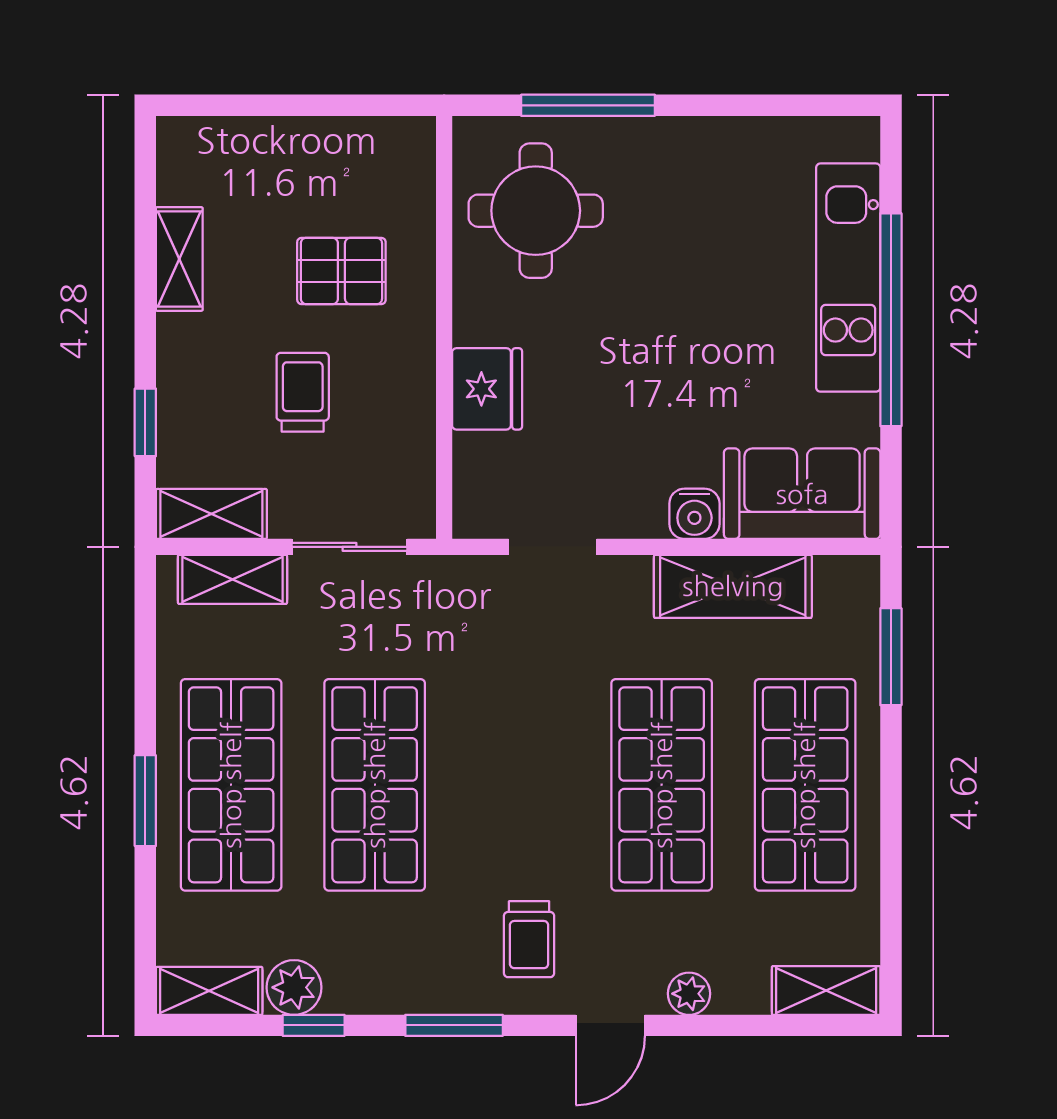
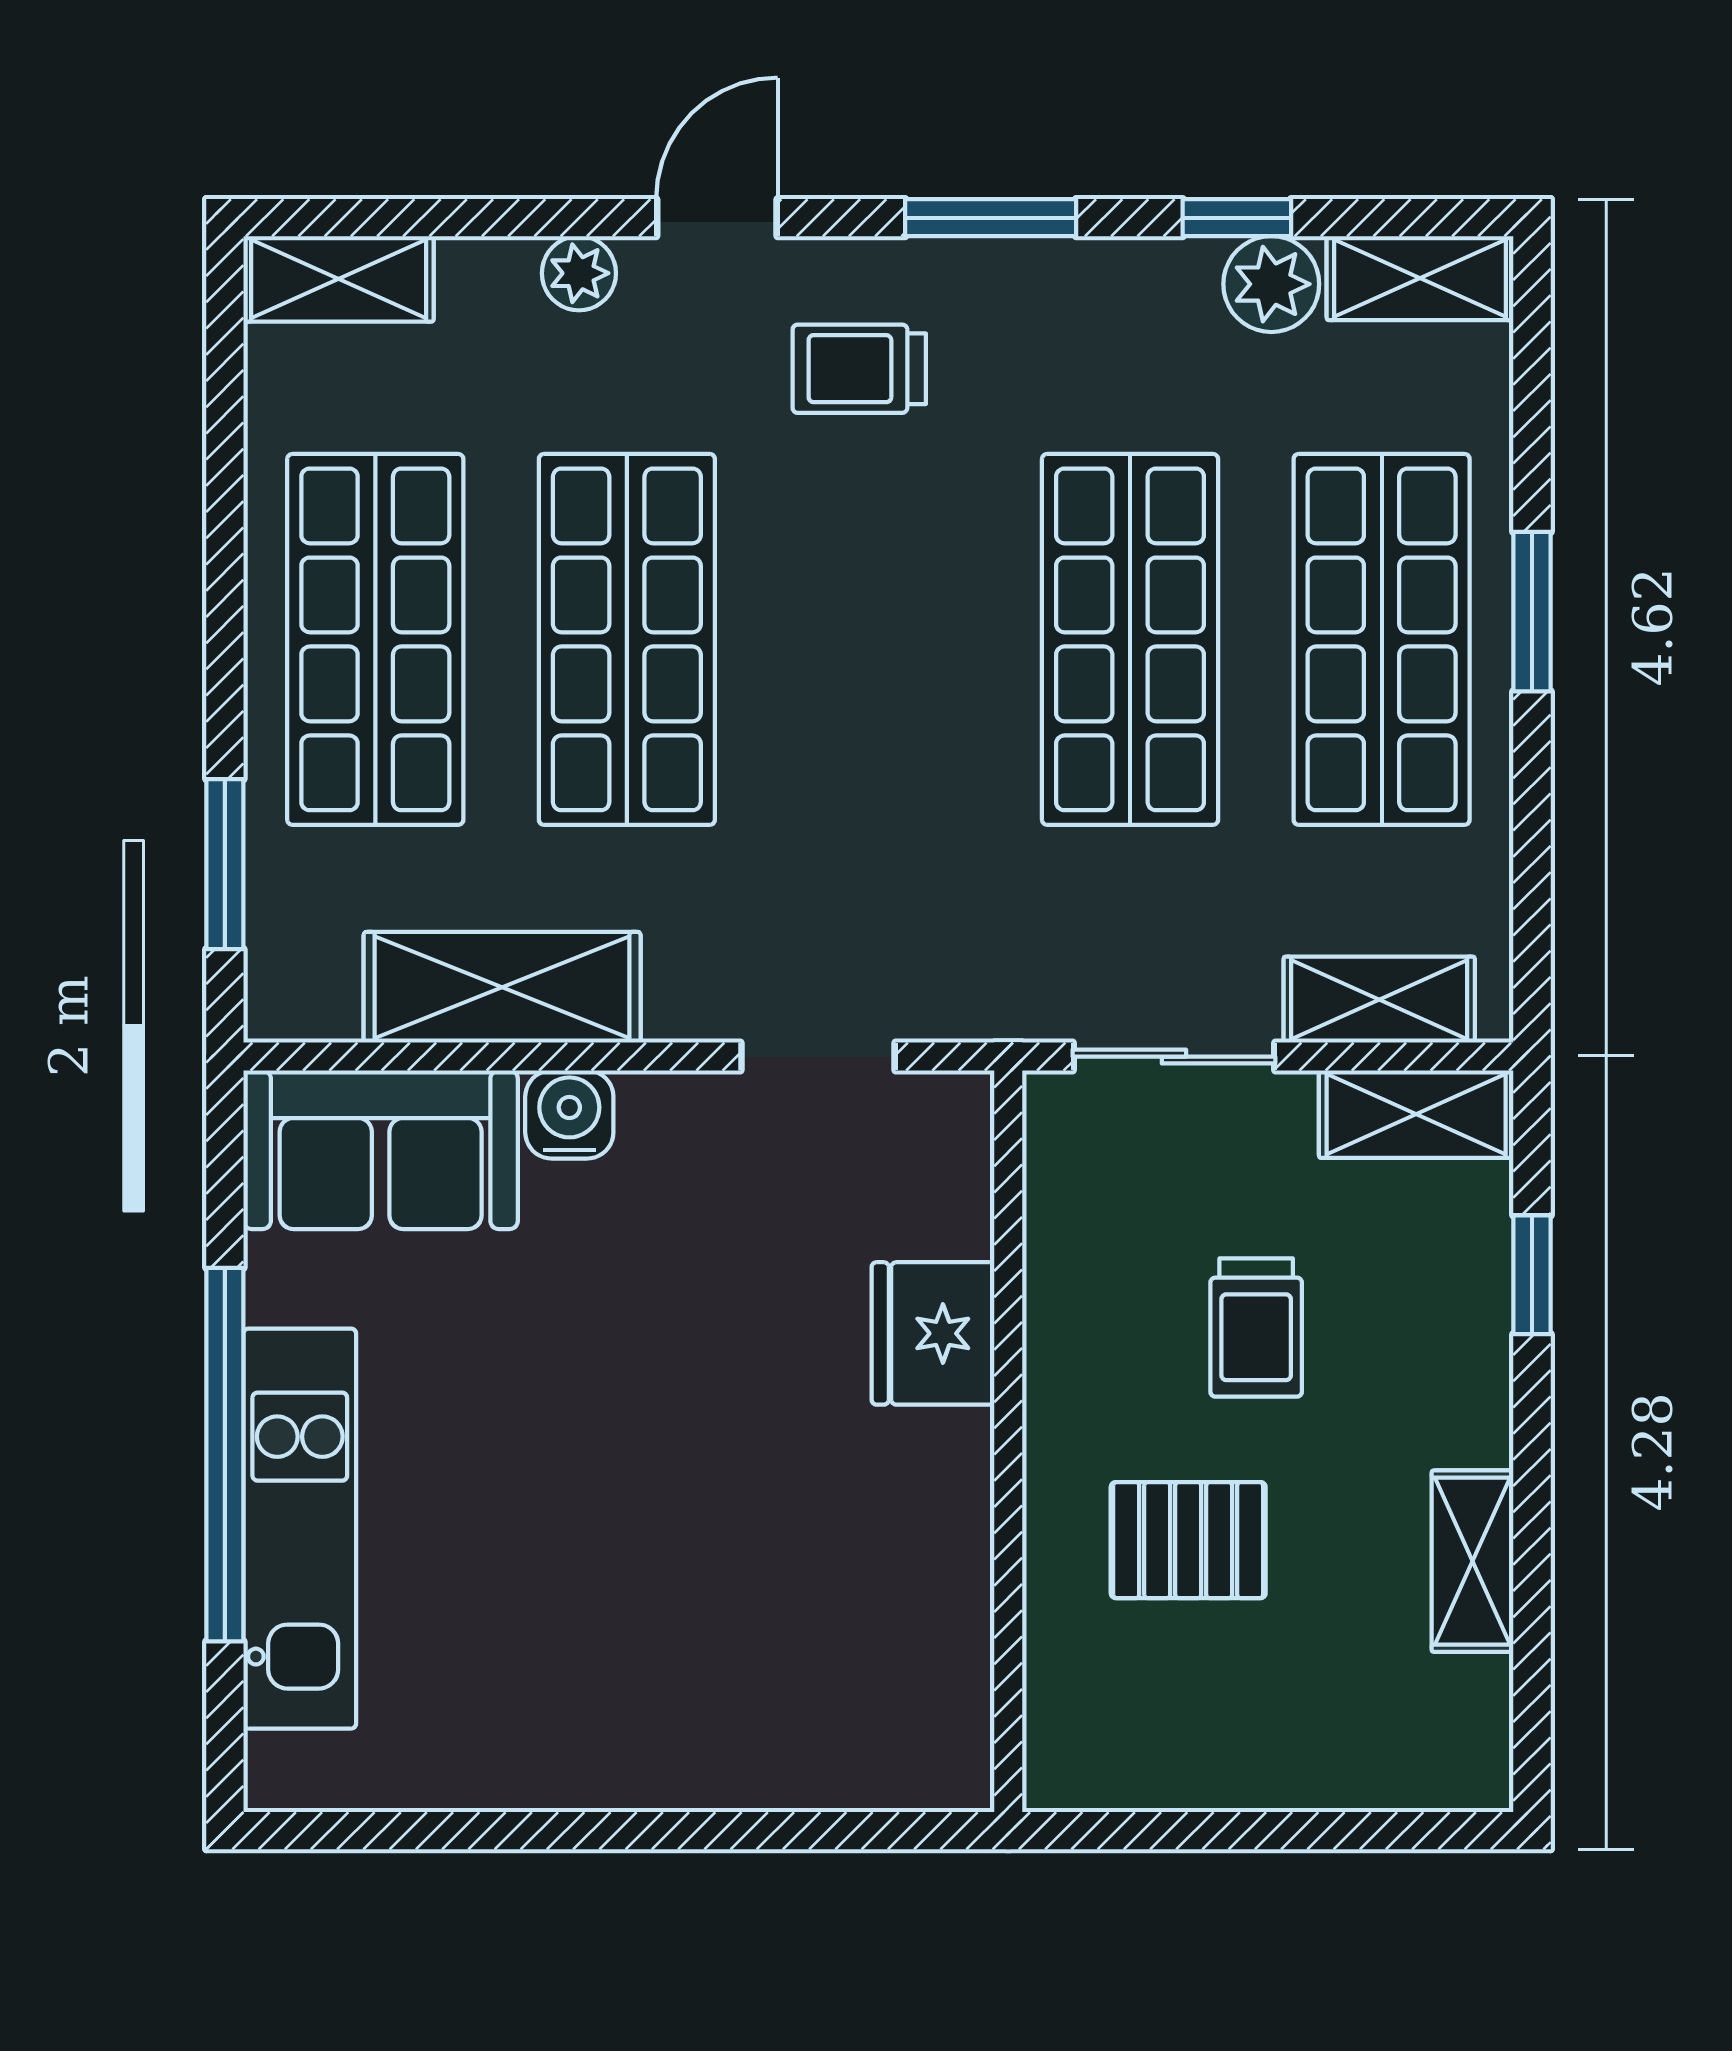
window: (588, 105) -> (756, 1831), removed
round table: (536, 211) -> (848, 1646), removed
trolley: (529, 939) -> (859, 369), turned -90

